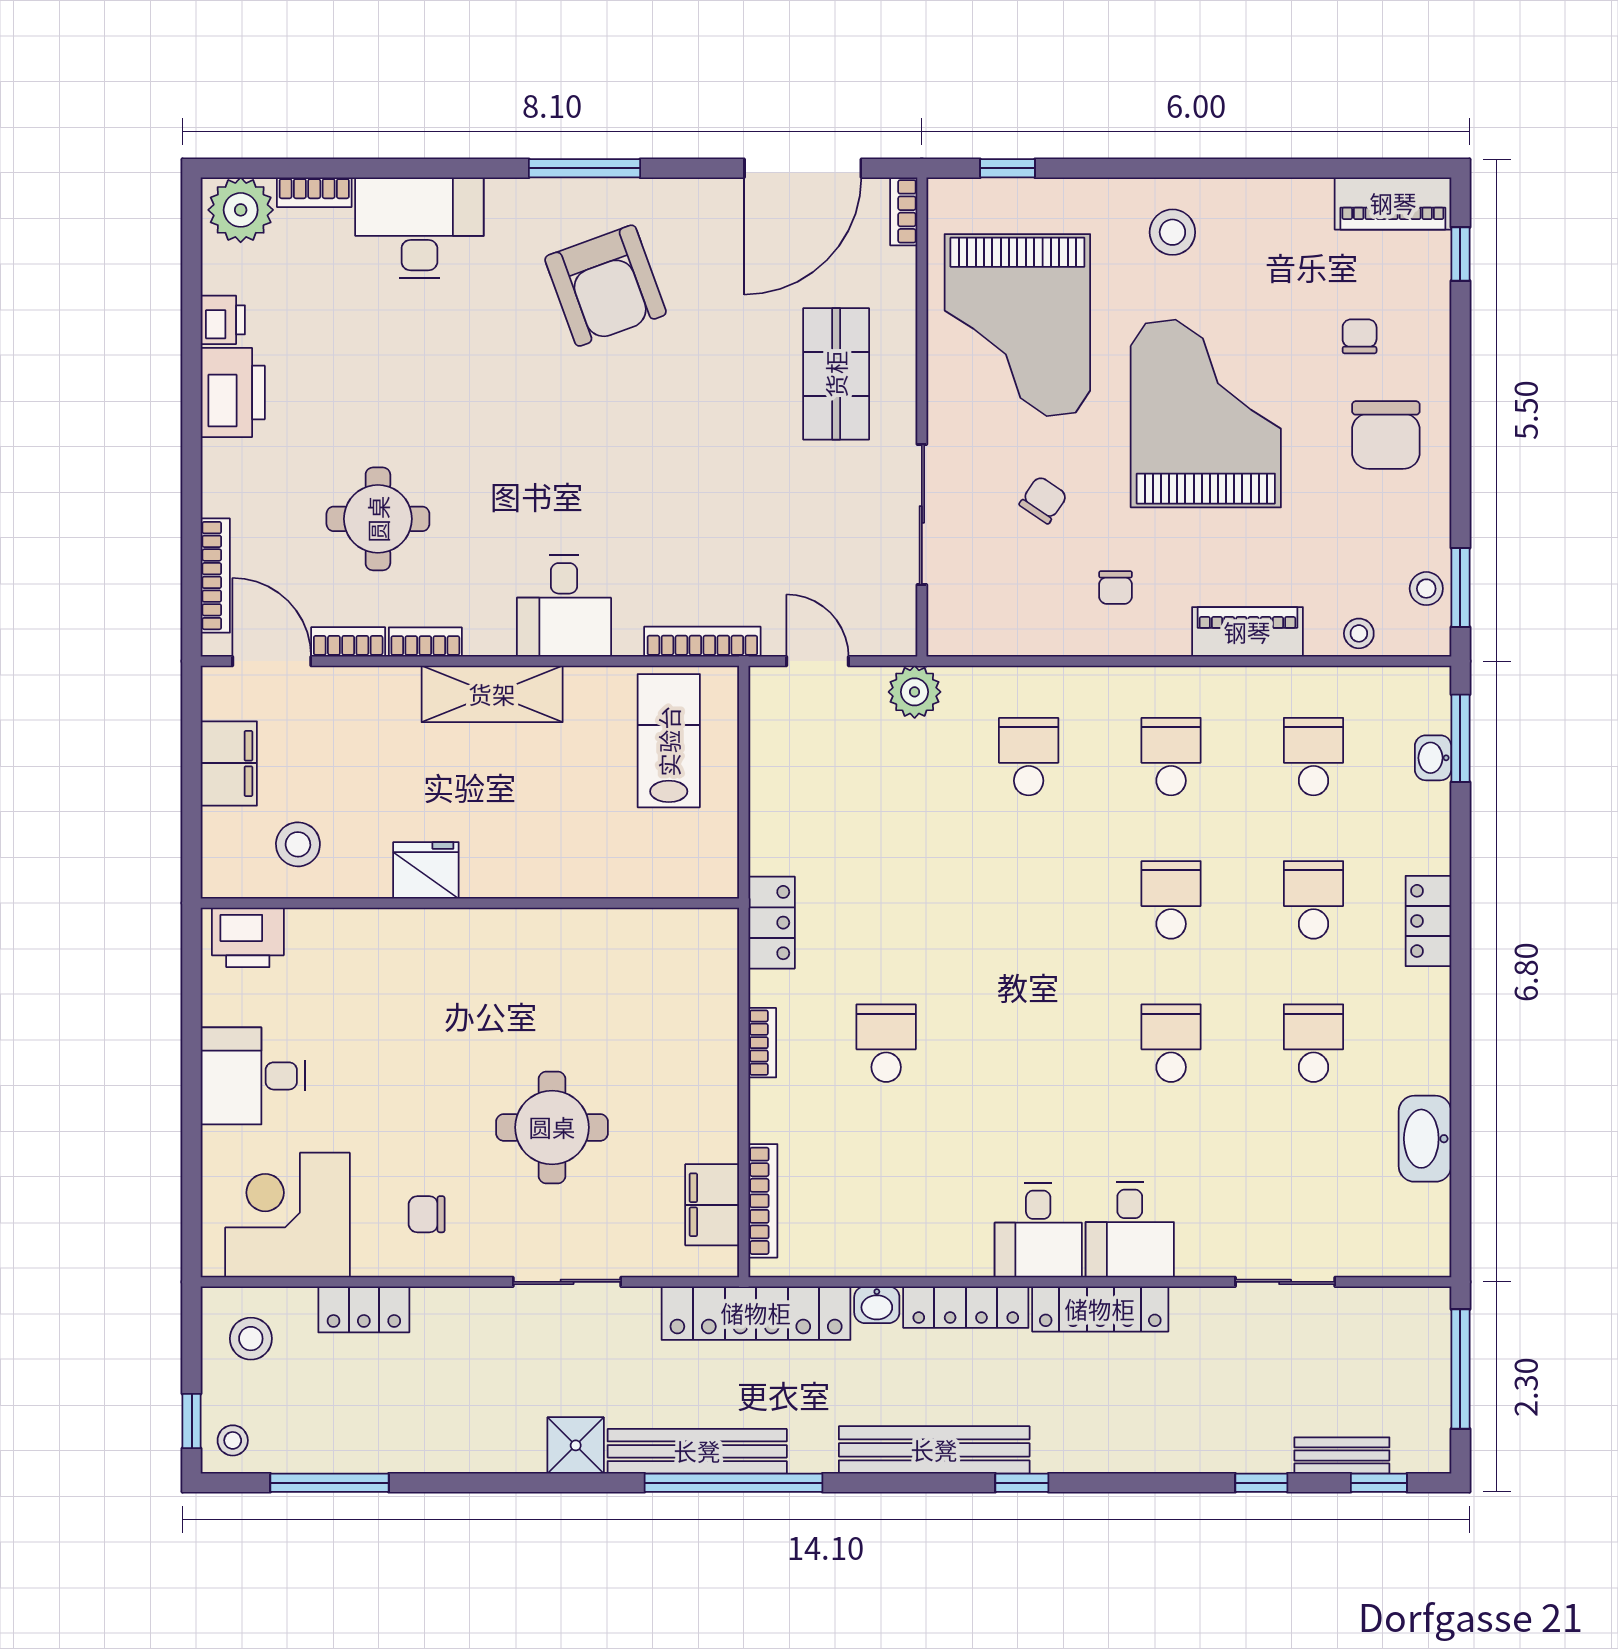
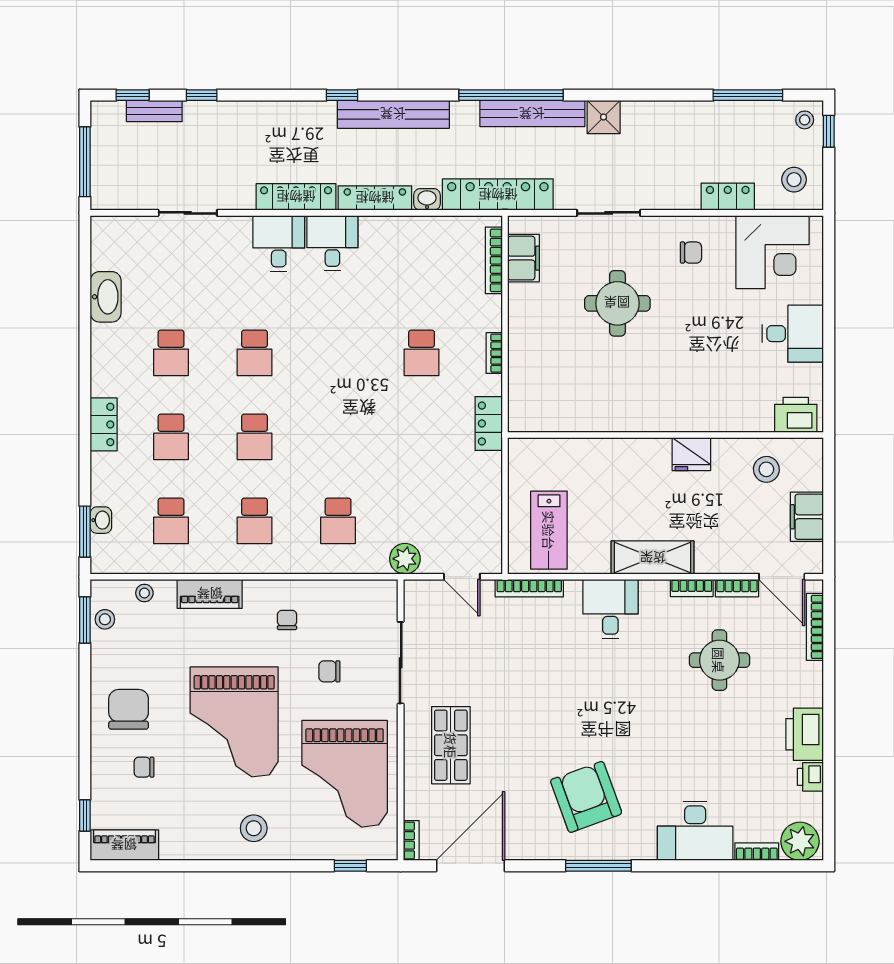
grand piano: (1017, 325) -> (345, 774), turned 180
chair: (1360, 336) -> (144, 767), turned 90
chair: (1043, 500) -> (329, 671), turned 56

